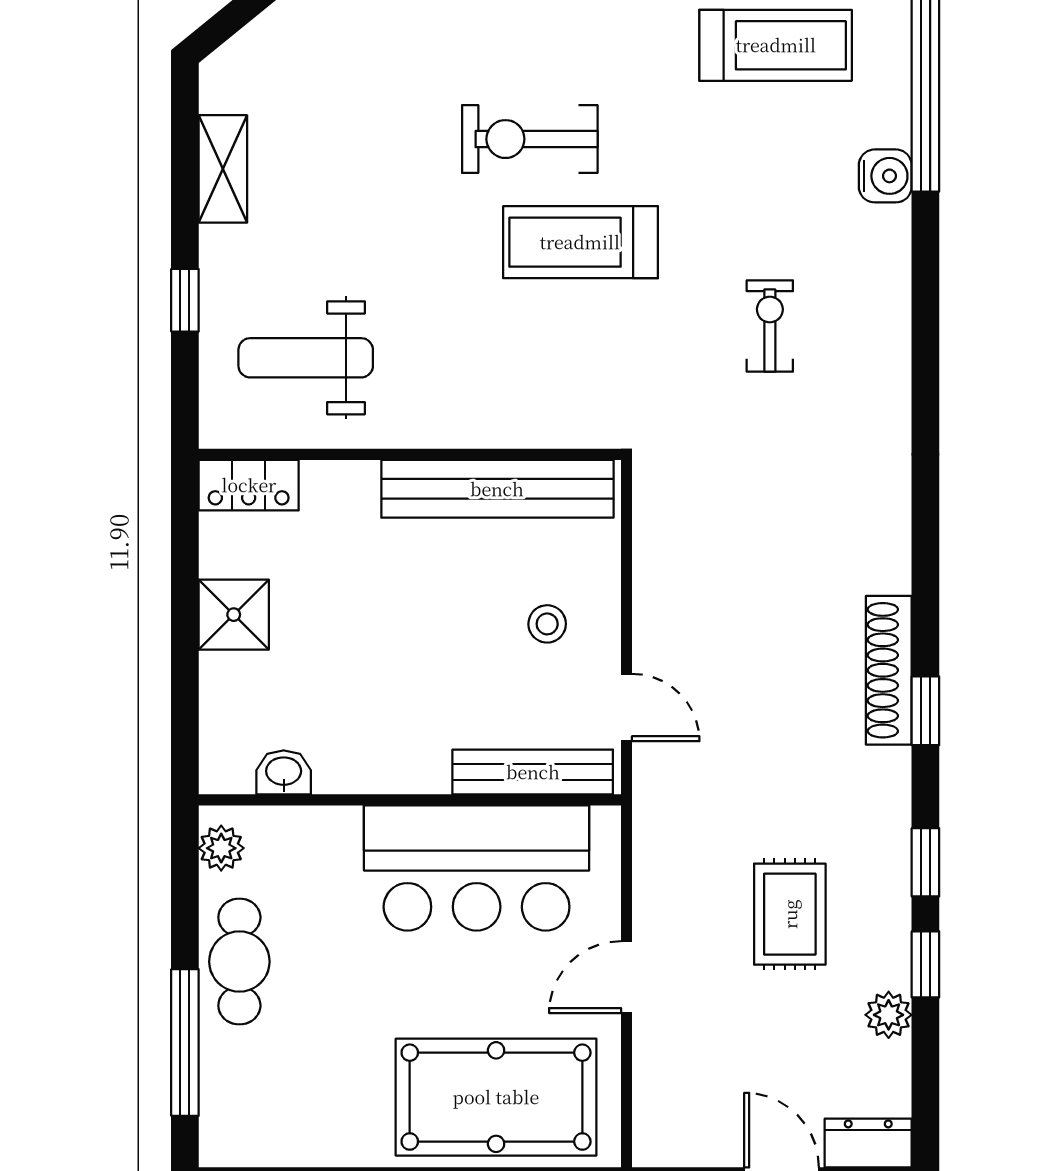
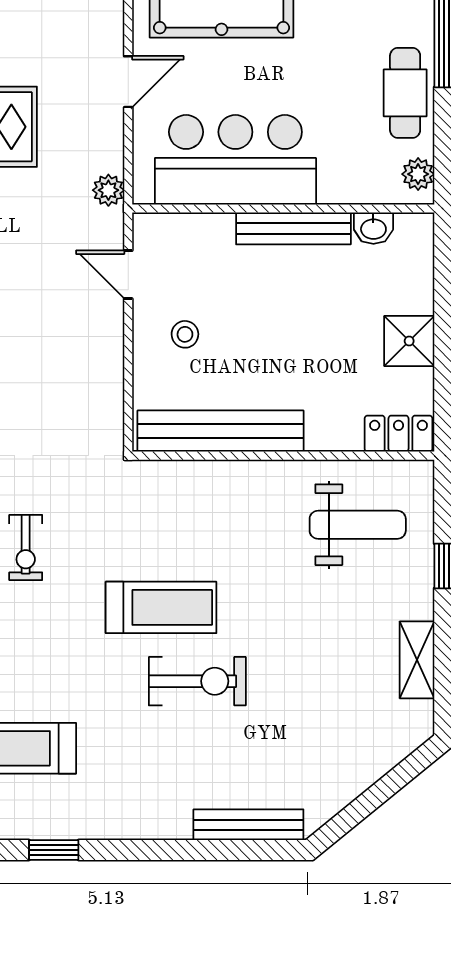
bench: (533, 772) -> (293, 228), moved
plant: (654, 825) -> (108, 190), added

